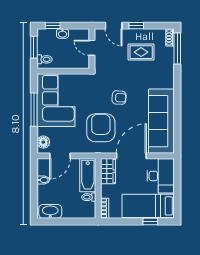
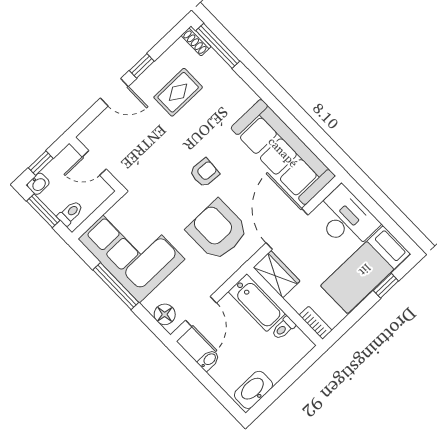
washbasin: (62, 33) -> (38, 184), moved
door: (92, 48) -> (94, 163), moved
wall: (92, 49) -> (95, 164), moved

